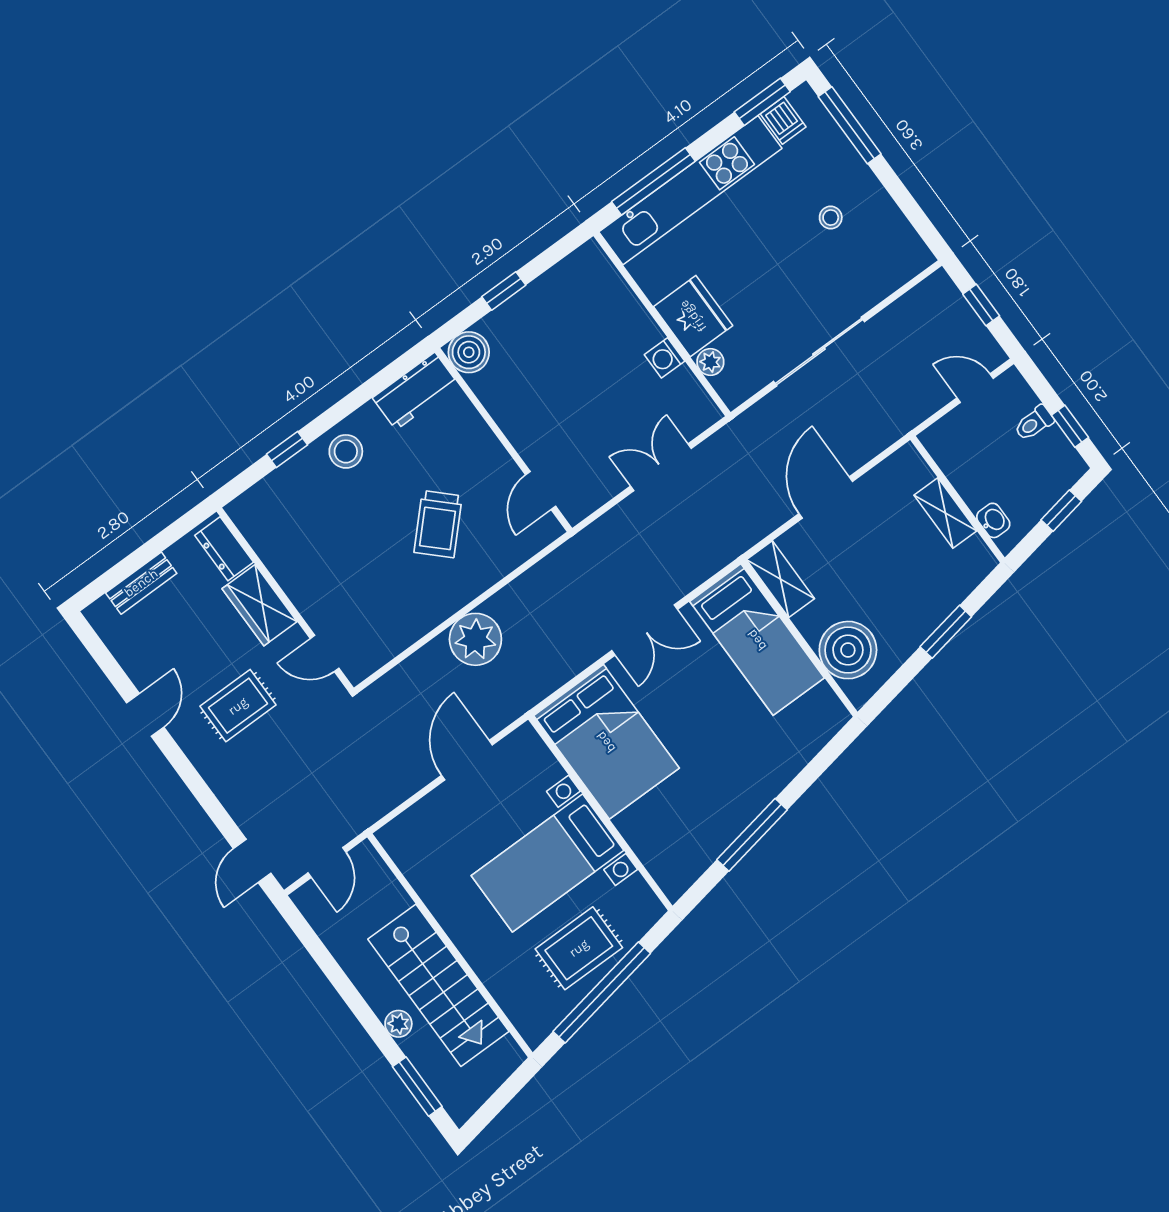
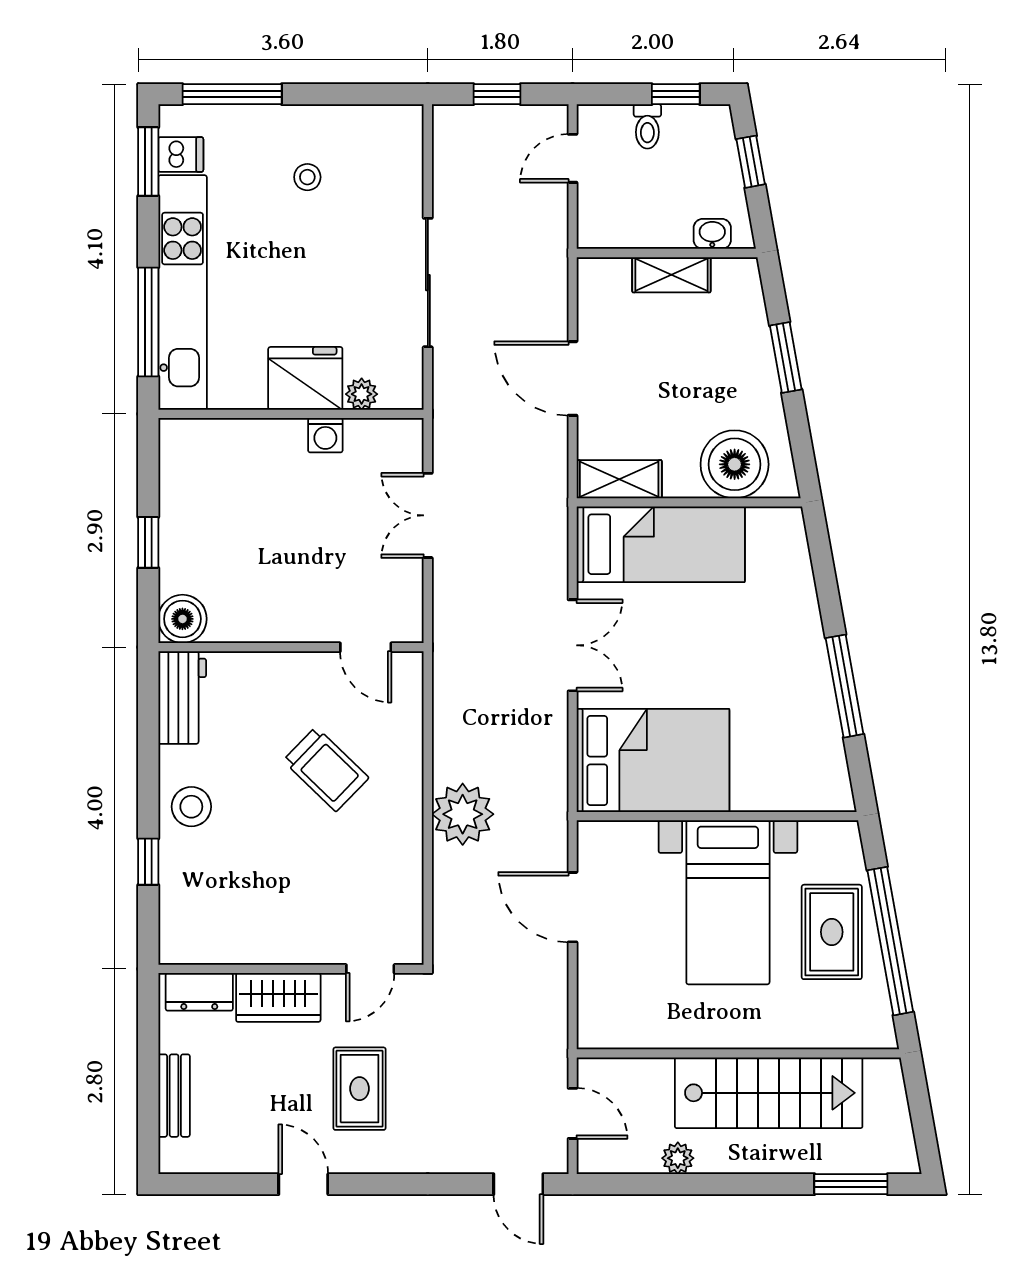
plant: (398, 1024) -> (678, 1158), moved

